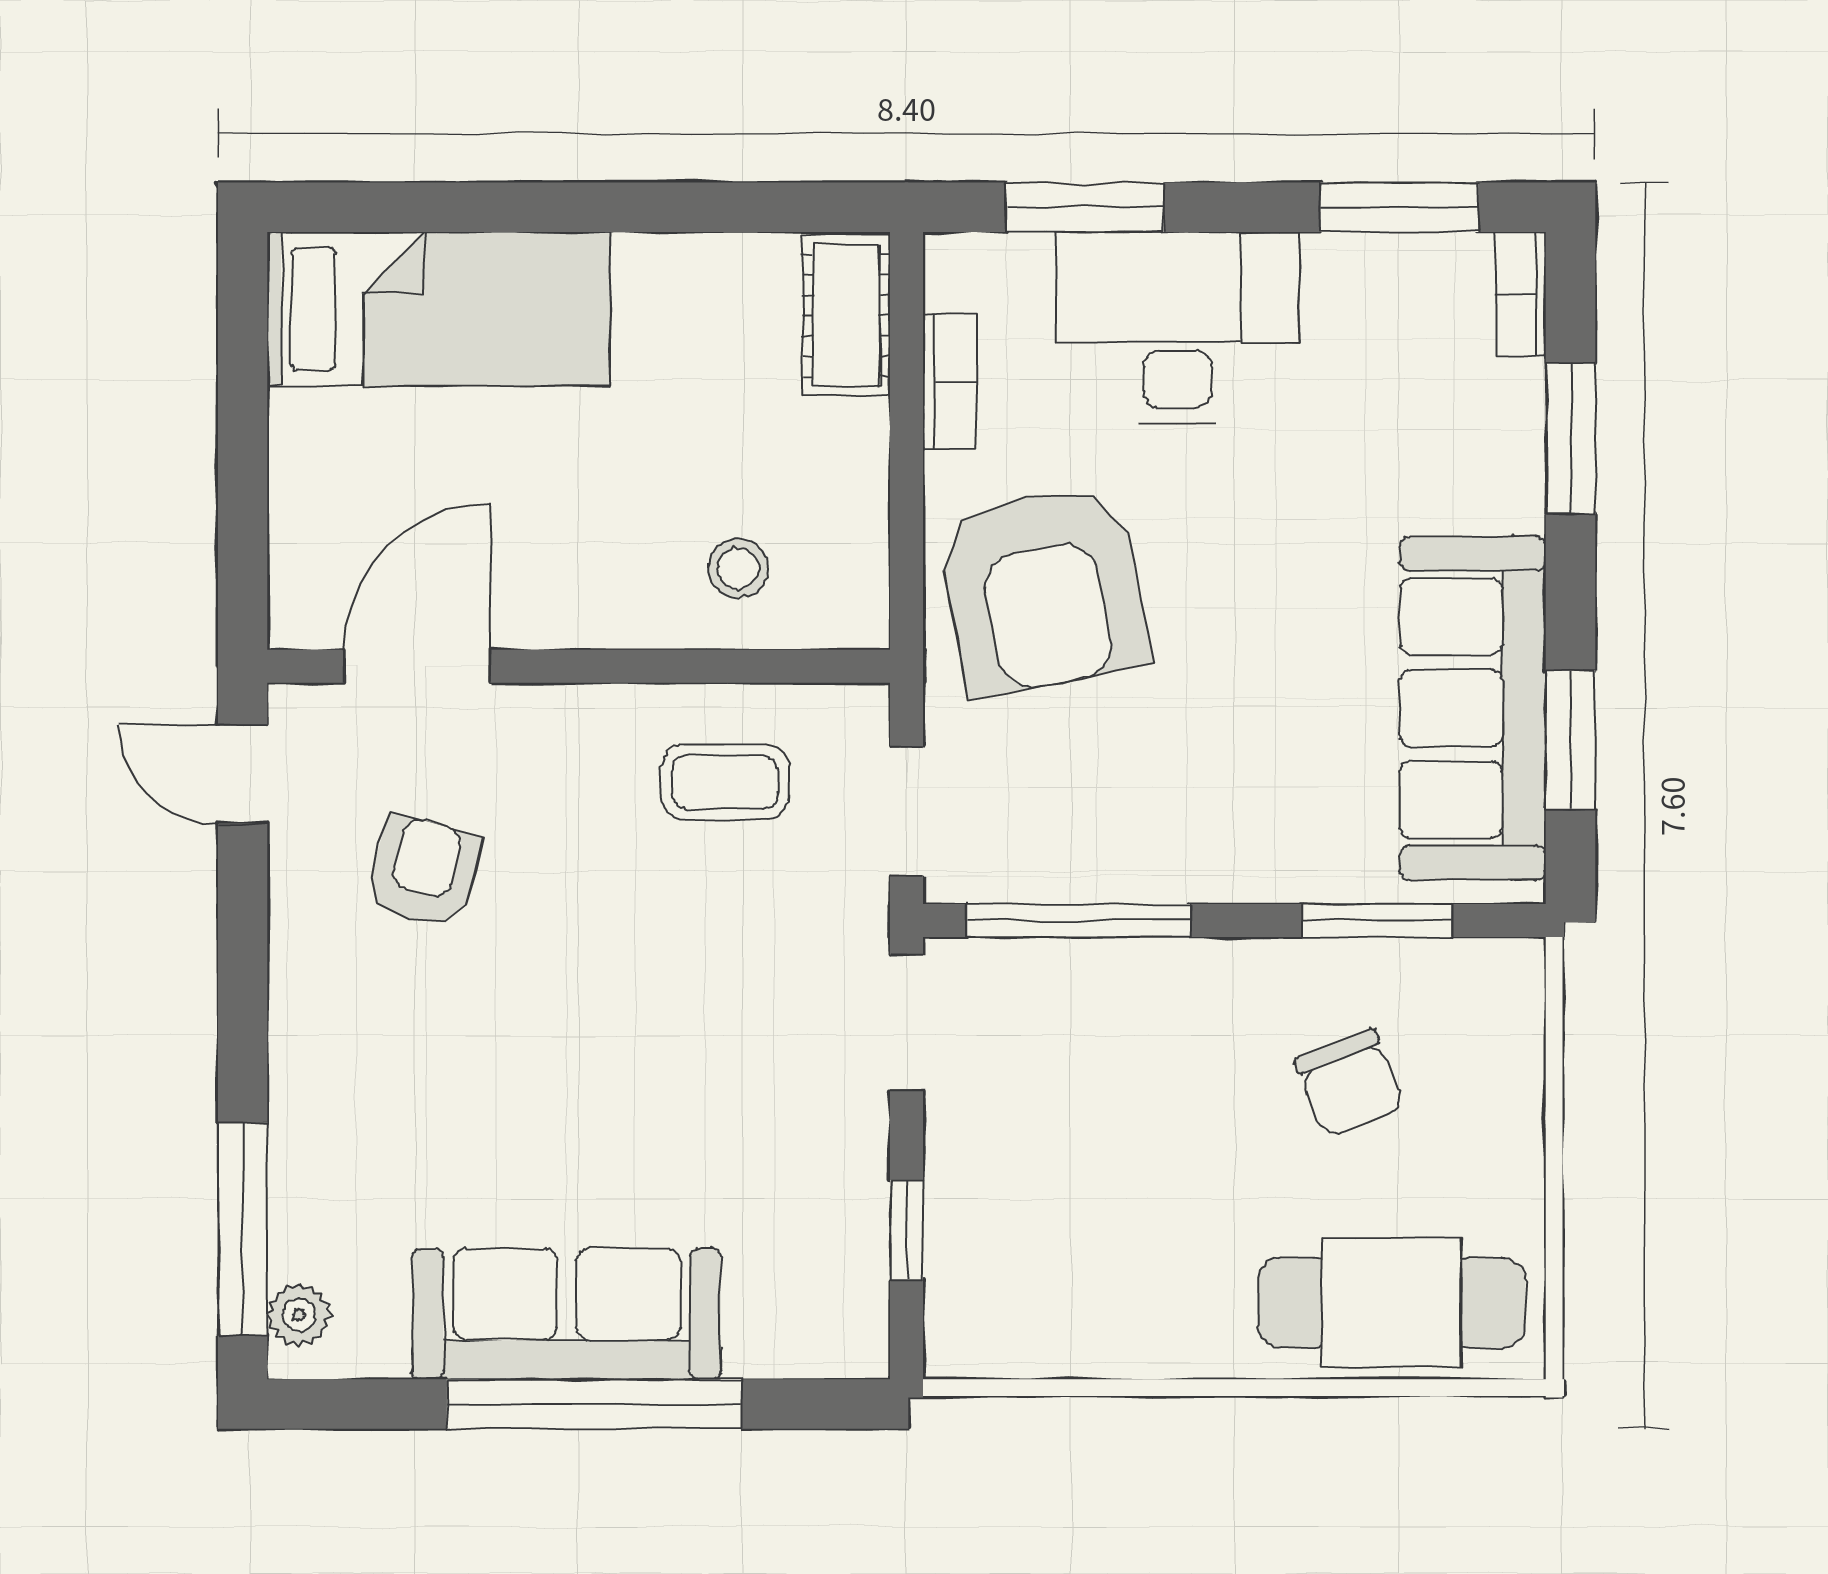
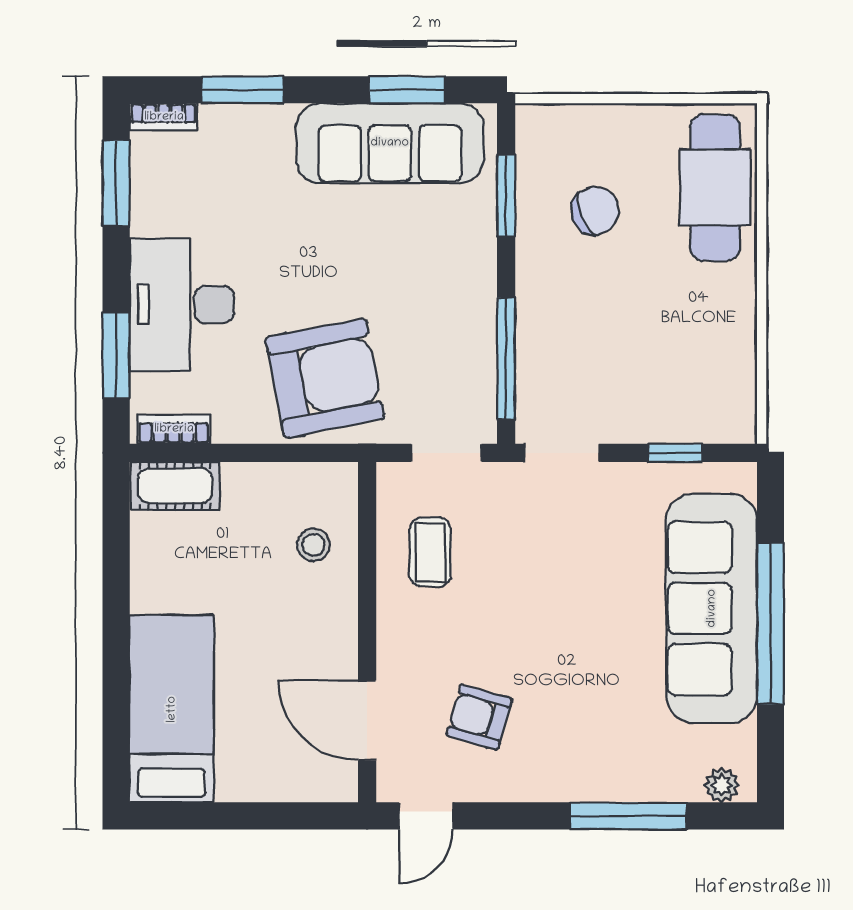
bookcase: (950, 382) -> (174, 429), moved
window: (243, 1229) -> (628, 816), moved
sofa: (567, 1314) -> (712, 608), width x1.36, depth x1.27

